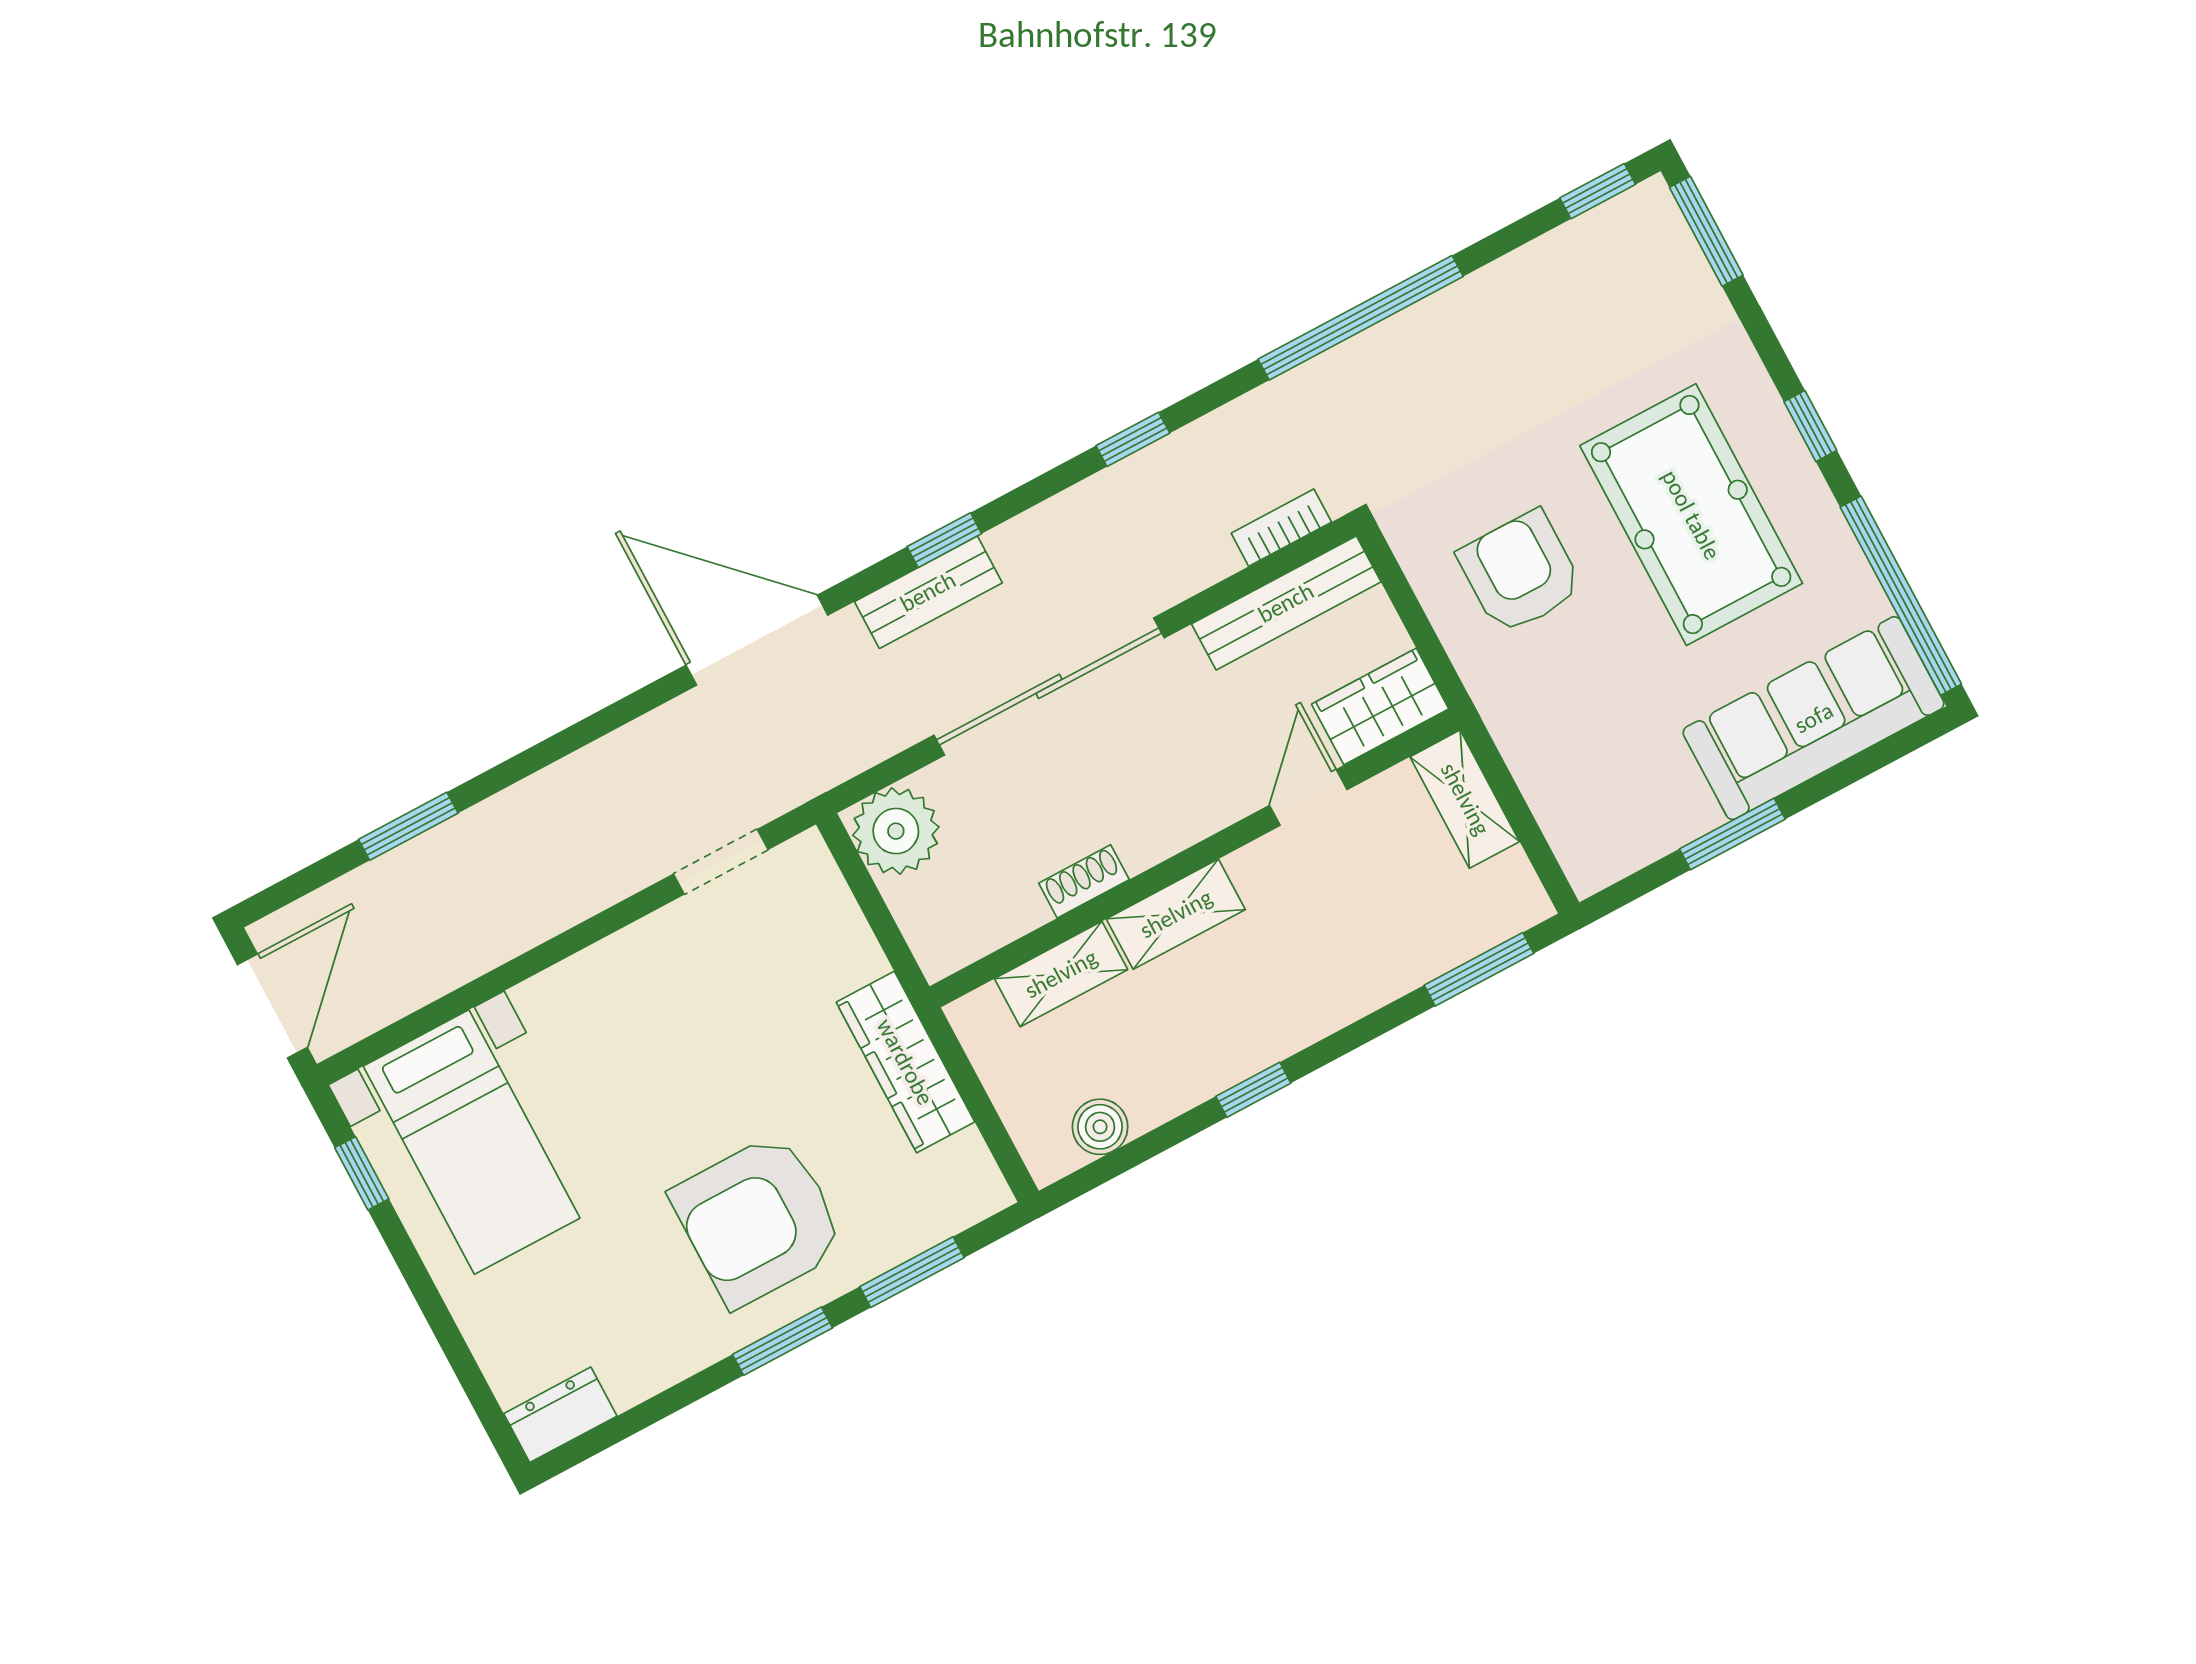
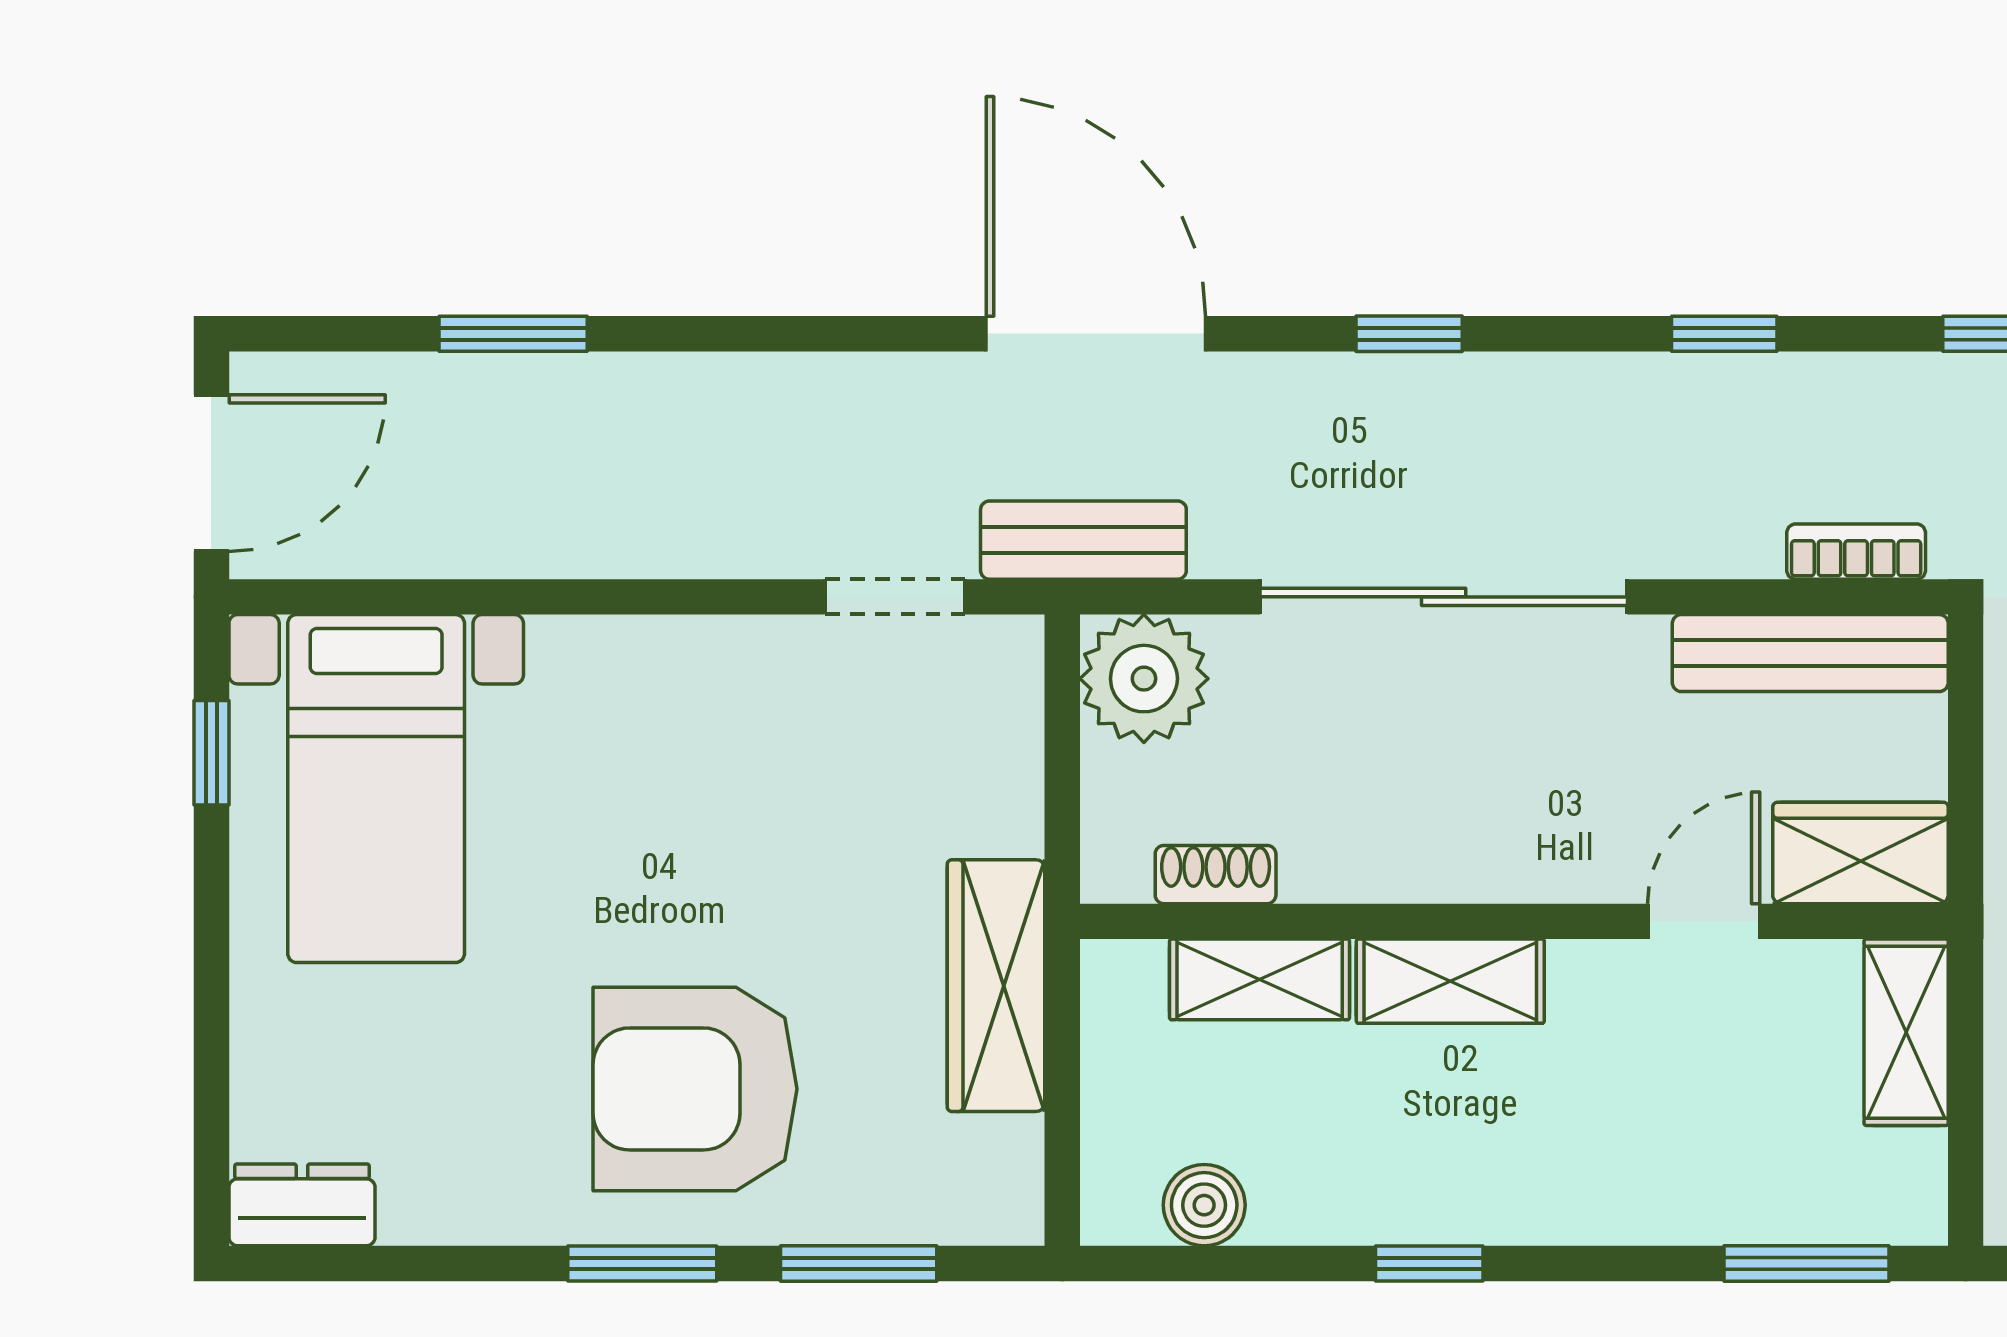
bench: (928, 592) -> (1083, 540), moved
shoe rack: (1084, 881) -> (1216, 875), moved

